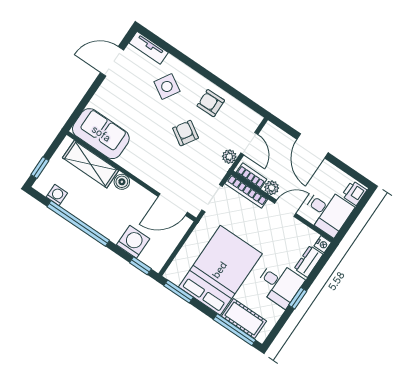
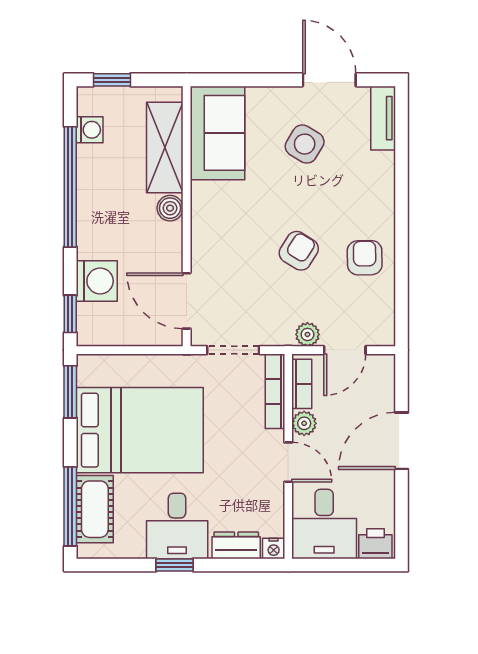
side table: (167, 86) -> (305, 144), moved

